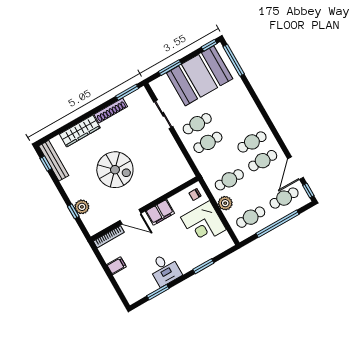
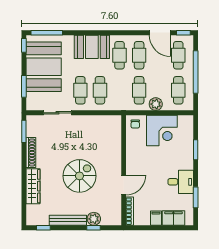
booth: (245, 111) -> (92, 47), added
bench: (54, 161) -> (68, 220), moved
filing cabinet: (160, 212) -> (173, 218), moved, turned -90

